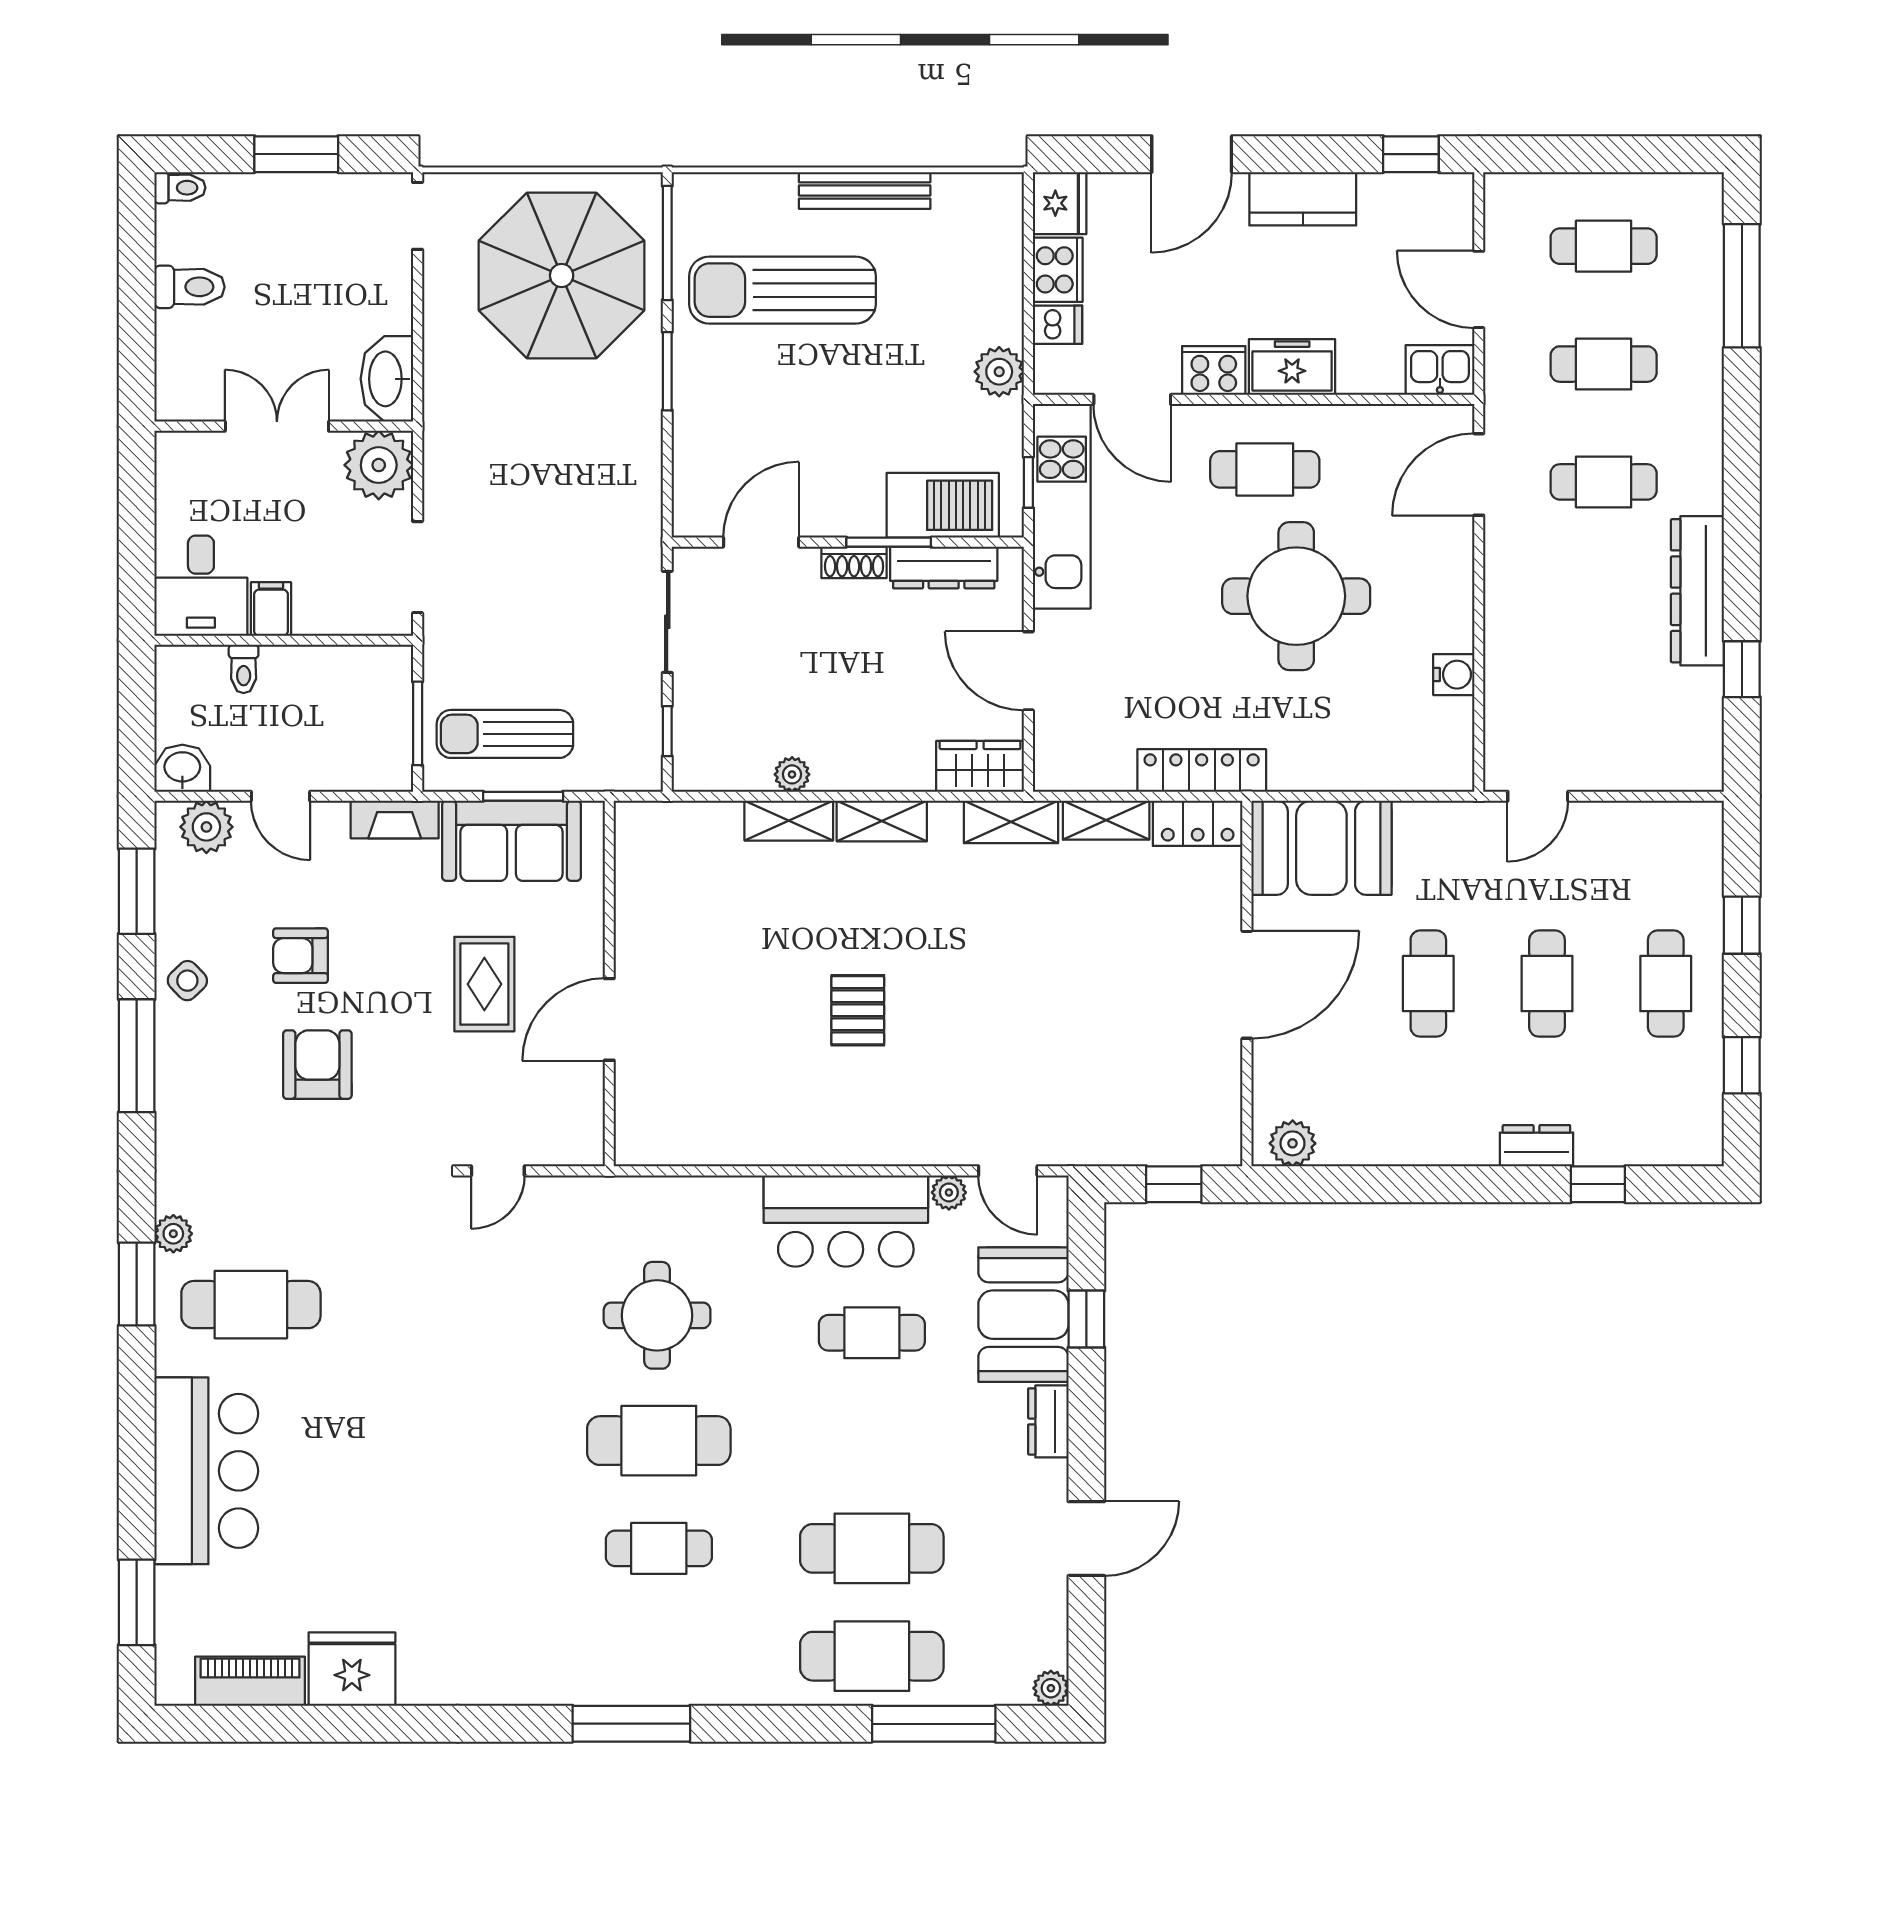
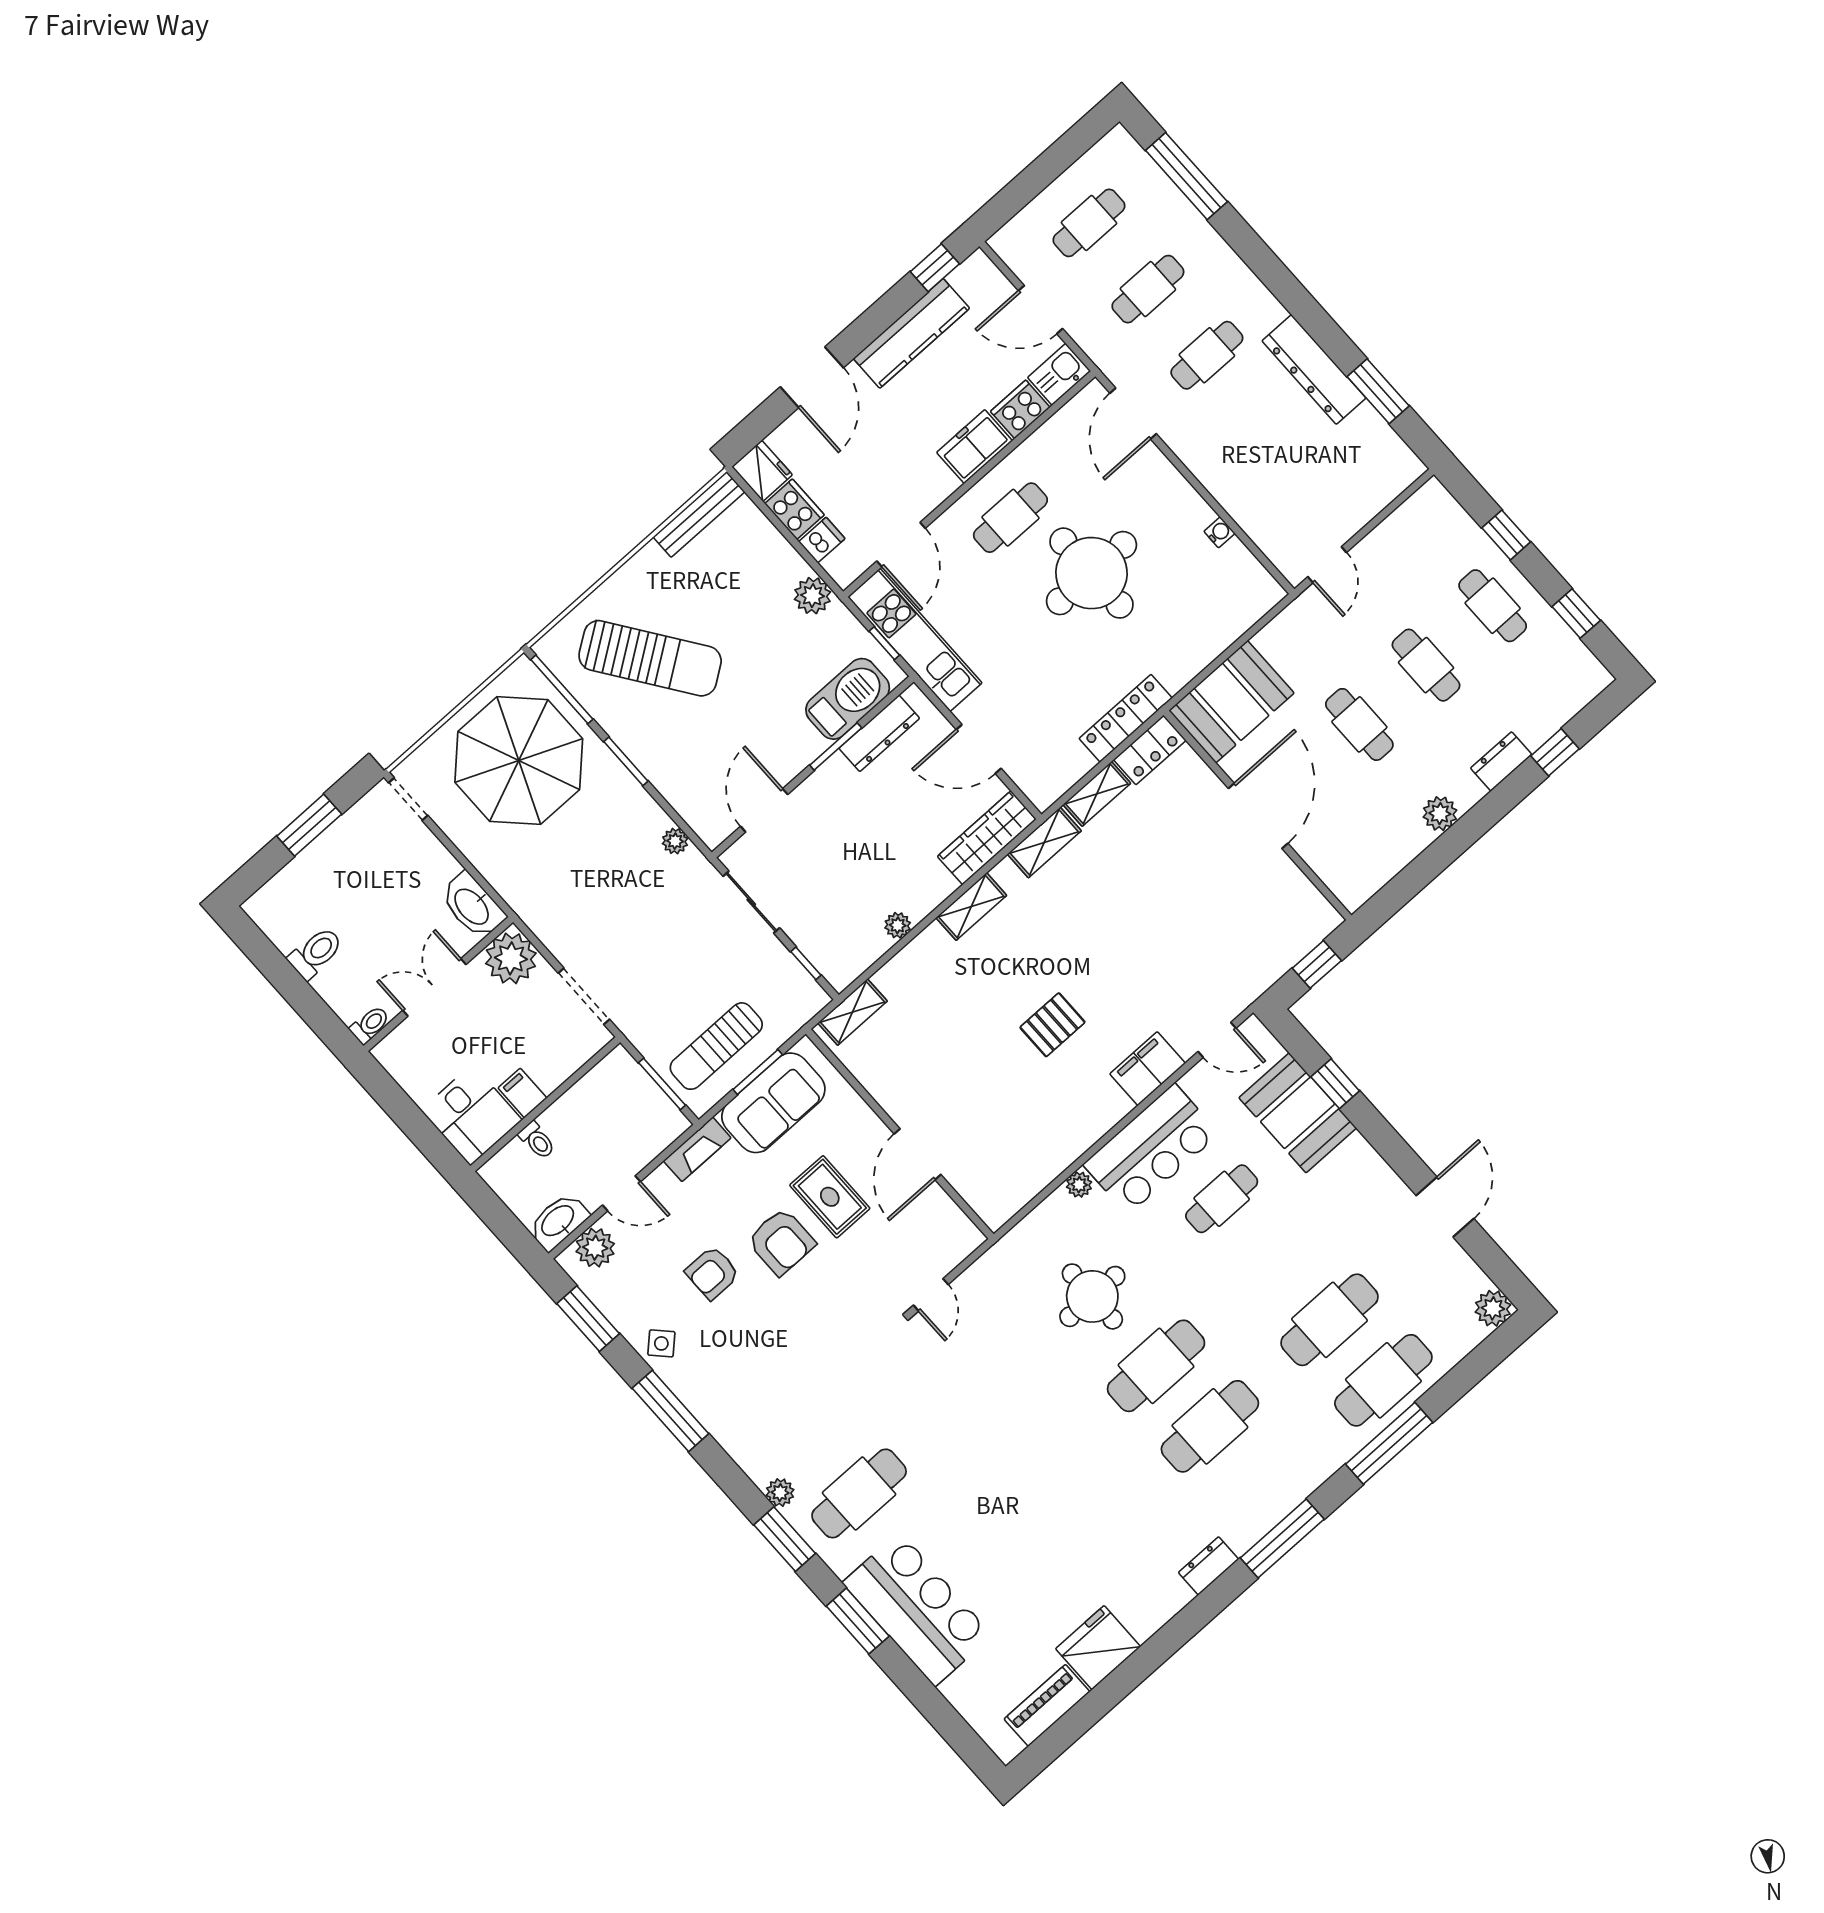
toilet: (180, 188) -> (370, 1025), moved
bench: (865, 190) -> (699, 514), moved
kitchen counter: (1303, 199) -> (911, 333), width x1.50
sun lounger: (782, 290) -> (650, 658), turned -125
cooker: (1214, 370) -> (1020, 409), moved
door: (1132, 399) -> (901, 545), hinge flipped
plant: (645, 494) -> (675, 841), added
shoe rack: (854, 562) -> (826, 775), removed
window: (1742, 669) -> (1378, 391), width x1.50
water cooler: (1454, 675) -> (1219, 532), width x0.72, depth x0.72
wardrobe: (980, 766) -> (987, 838), width x1.50
washbasin: (182, 768) -> (558, 1221), width x1.38
shelving: (789, 821) -> (853, 1012), moved
pallet: (858, 1010) -> (1052, 1025), turned 90
armchair: (317, 1065) -> (781, 1242), moved, turned 180
filing cabinet: (913, 1138) -> (1148, 1069), added
plant: (1293, 1143) -> (1440, 814), moved
plant: (949, 1192) -> (1079, 1185), moved
dresser: (1048, 1421) -> (1208, 1566), moved, turned 90
cafe table: (659, 1548) -> (1210, 1426), width x1.37, depth x1.35
window: (137, 1602) -> (858, 1621), moved
plant: (1051, 1688) -> (1493, 1308), width x1.38, depth x1.38
window: (934, 1724) -> (1389, 1443), moved

